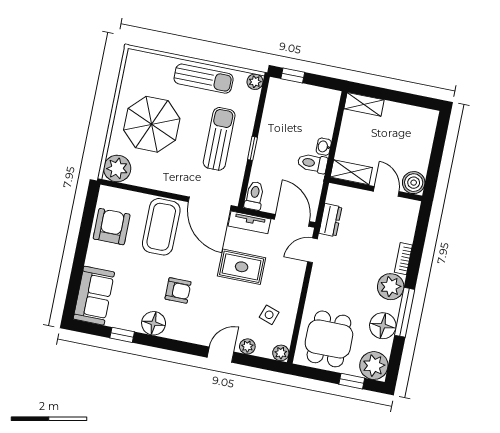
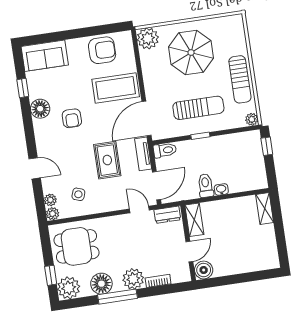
shelving: (351, 172) -> (194, 220), moved
boiler: (414, 183) -> (204, 270), moved
wall: (376, 189) -> (188, 243), moved
door: (386, 191) -> (189, 252), moved
plant: (247, 346) -> (50, 200), moved

